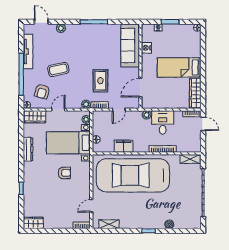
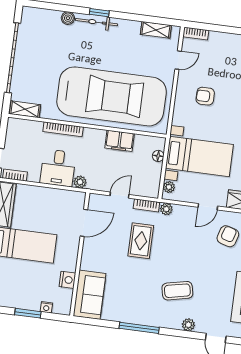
sofa: (130, 45) -> (90, 295), width x0.73
coffee table: (58, 69) -> (177, 291), moved
armchair: (64, 173) -> (205, 96), moved
bicycle: (150, 224) -> (96, 22), added

